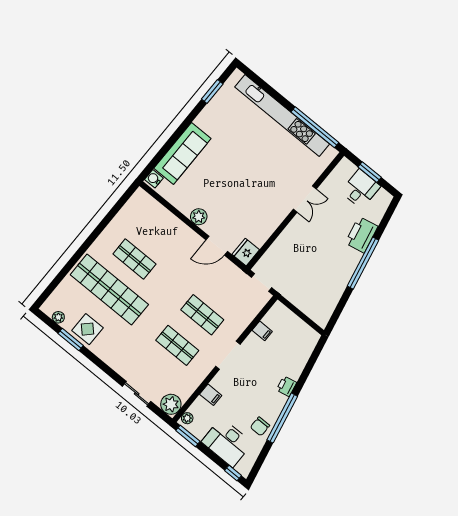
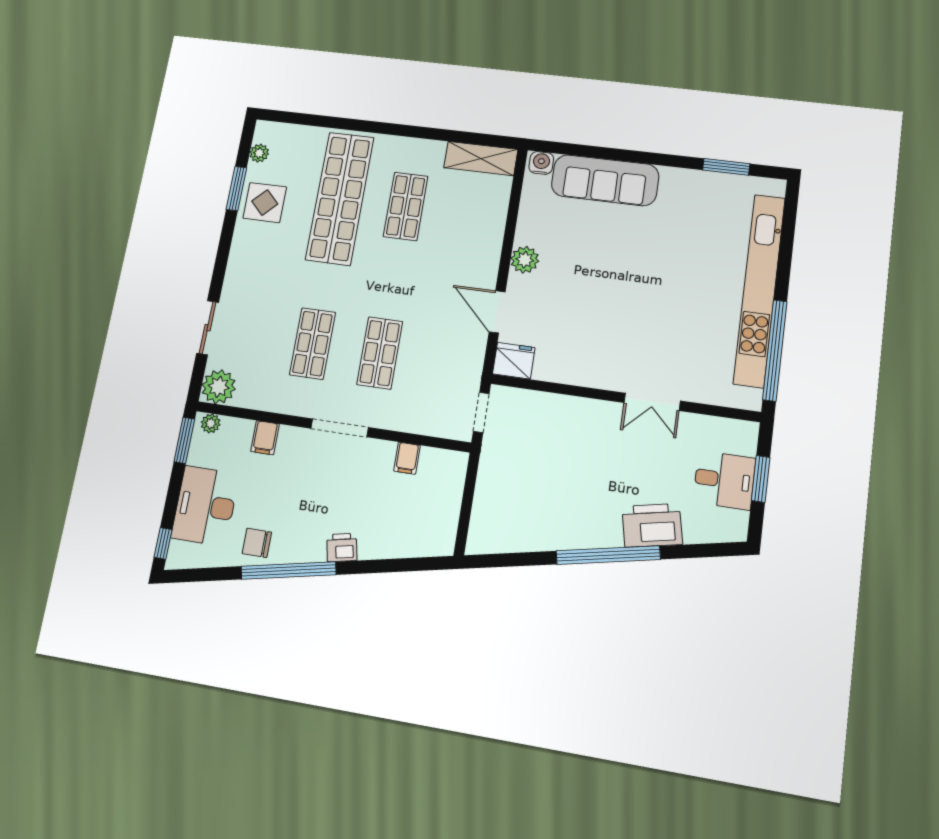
shelving: (133, 207) -> (481, 159), added

